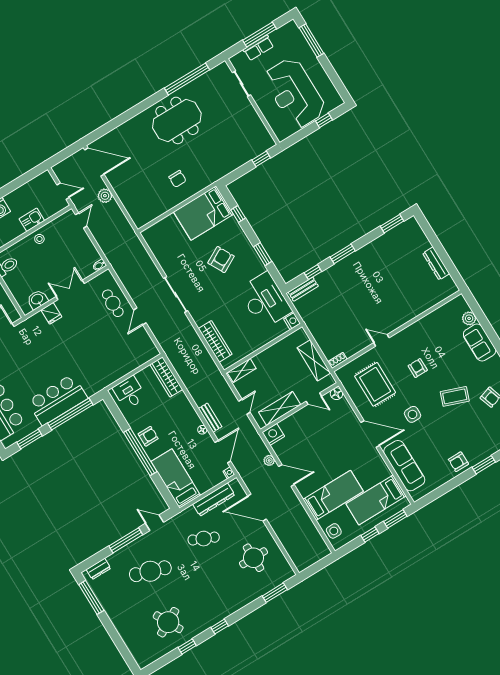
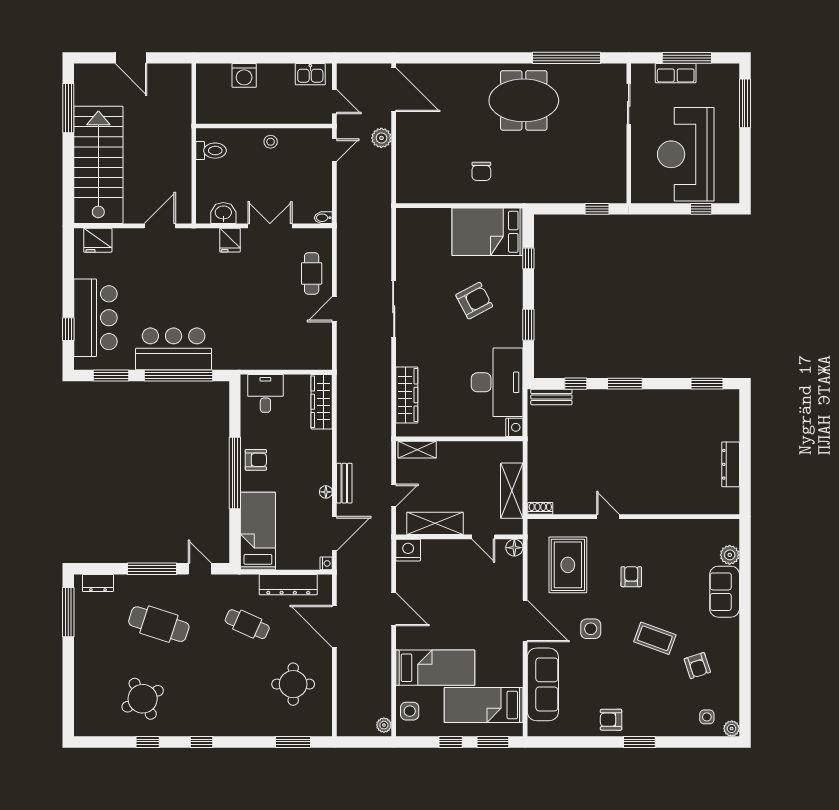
kitchen sink: (32, 220) -> (310, 74), moved, turned 180
plant: (269, 460) -> (384, 725), moved

